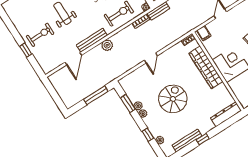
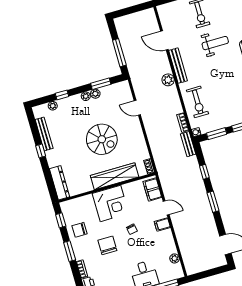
filing cabinet: (236, 13) -> (162, 224), added
filing cabinet: (204, 33) -> (152, 189), width x2.00
door: (151, 58) -> (137, 108), moved
spiral stairs: (173, 99) -> (102, 139), moved

